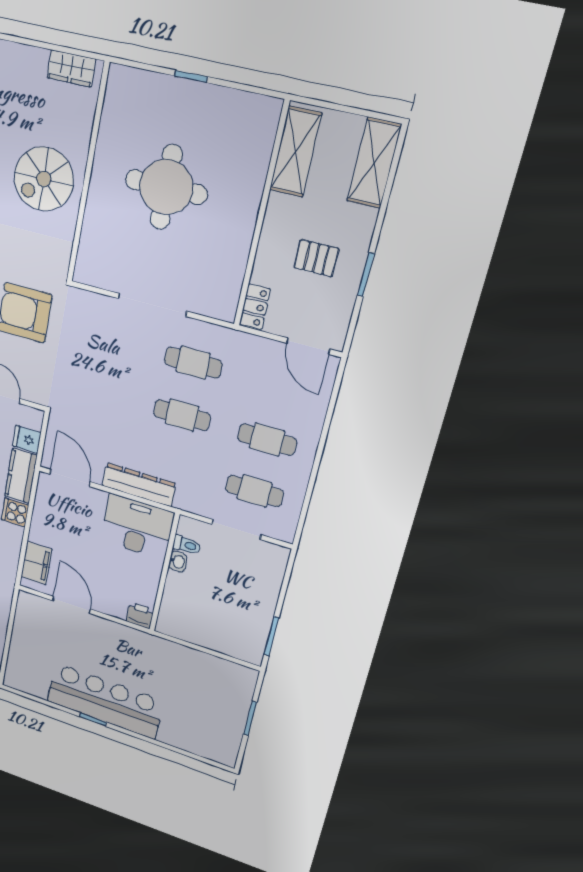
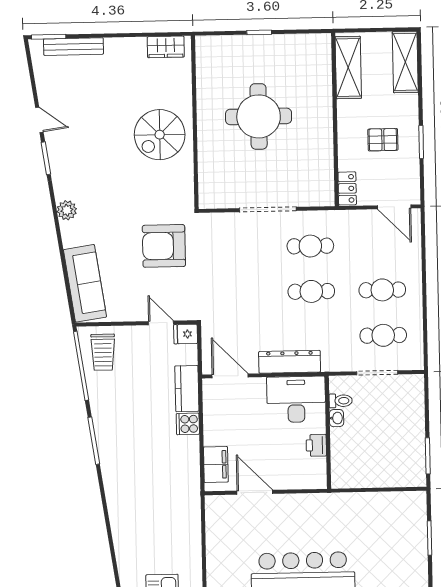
fridge: (27, 439) -> (186, 334), moved
printer: (140, 615) -> (316, 445), moved, turned -90

